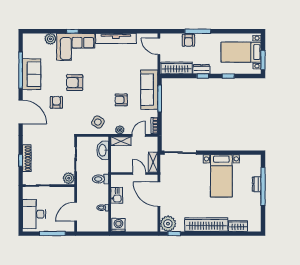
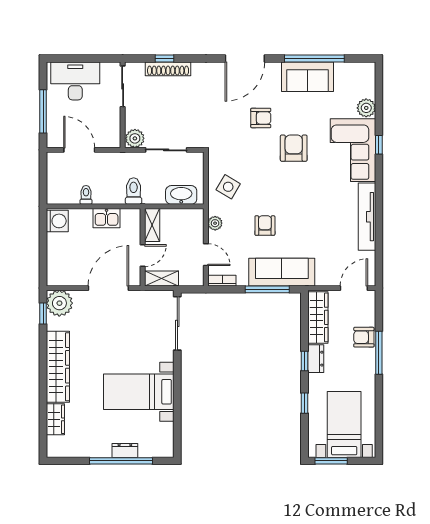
shelving: (121, 141) -> (152, 225), moved

